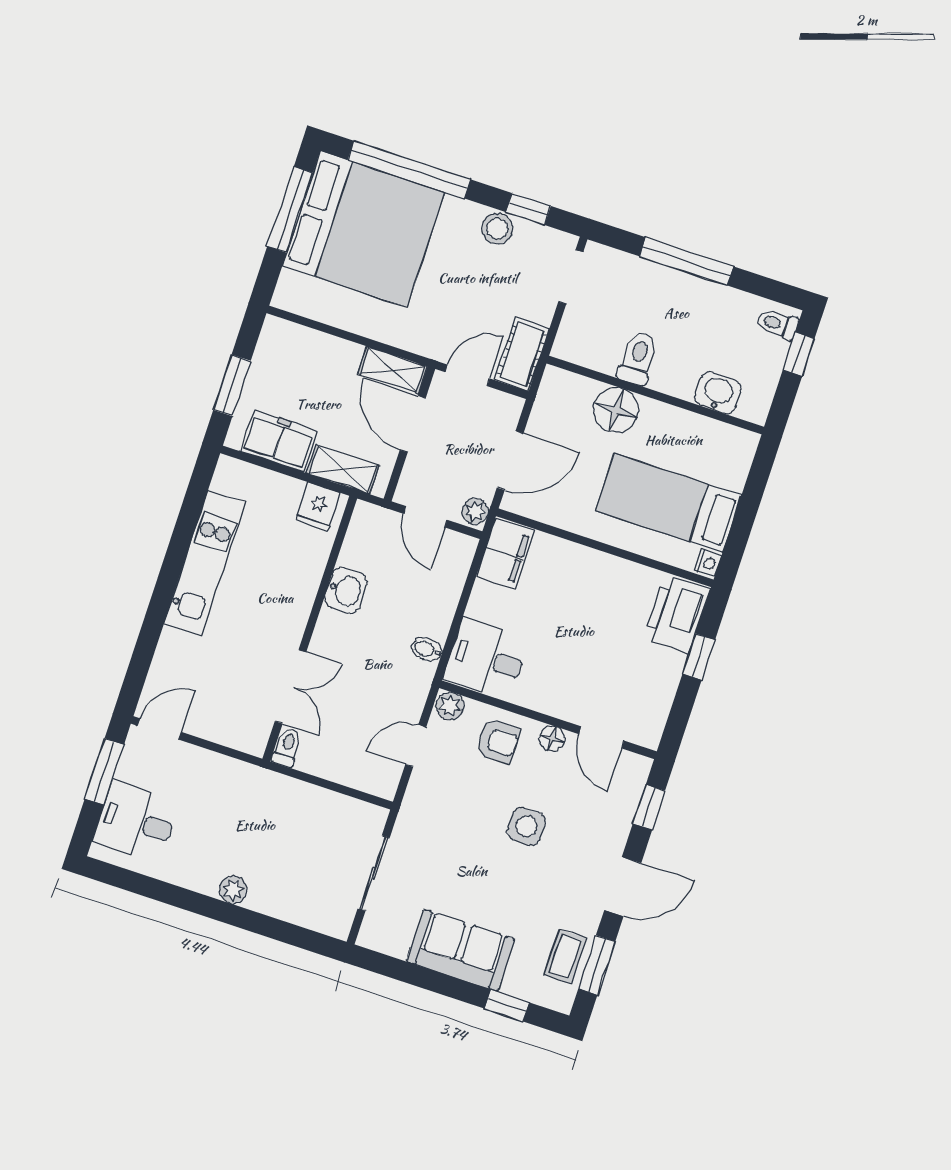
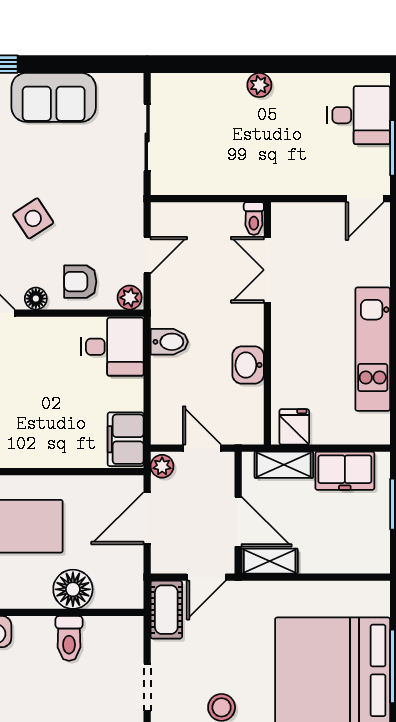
bidet: (427, 649) -> (169, 342), width x1.38, depth x1.36
side table: (526, 826) -> (33, 218), turned -33

